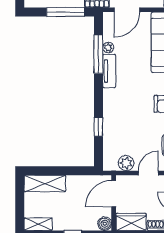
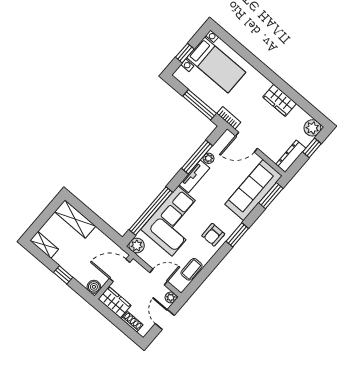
corner sofa: (124, 119) -> (175, 221), added
window: (98, 127) -> (151, 211), width x3.17
plant: (126, 163) -> (137, 246), moved

